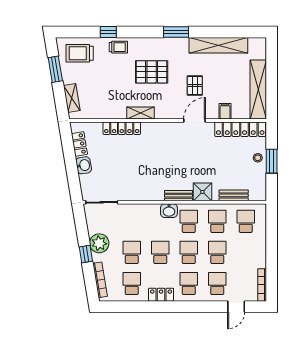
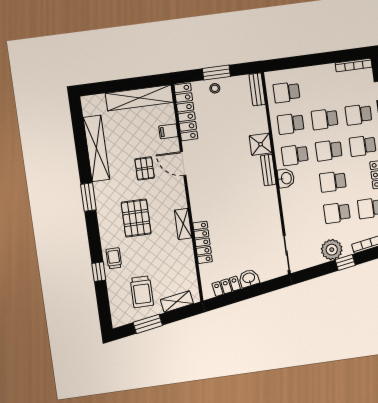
trolley: (80, 53) -> (142, 292), moved
pallet: (195, 85) -> (145, 168), turned 90
bench: (234, 195) -> (257, 89), moved

